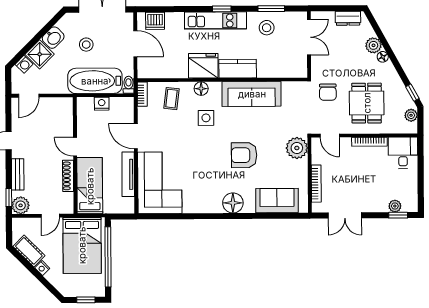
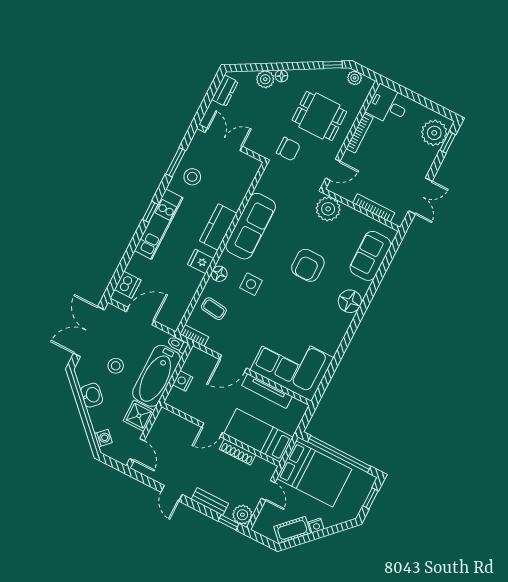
shower: (40, 54) -> (139, 416), moved, turned 45
fridge: (203, 66) -> (201, 261), width x0.53, depth x0.75
plant: (395, 206) -> (434, 133), width x1.87, depth x1.87

